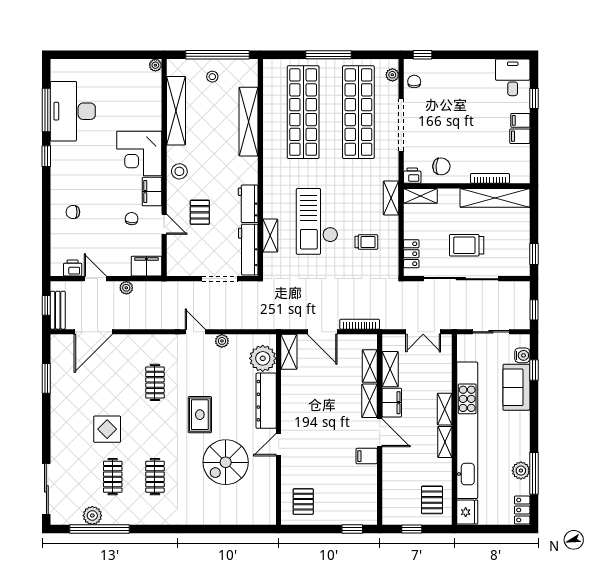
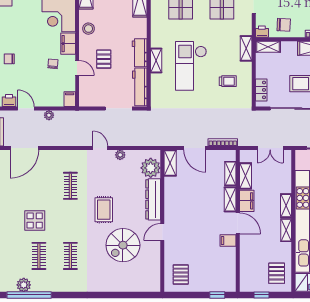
shelving: (270, 236) -> (156, 60), moved
filing cabinet: (146, 266) -> (70, 99), width x0.50

